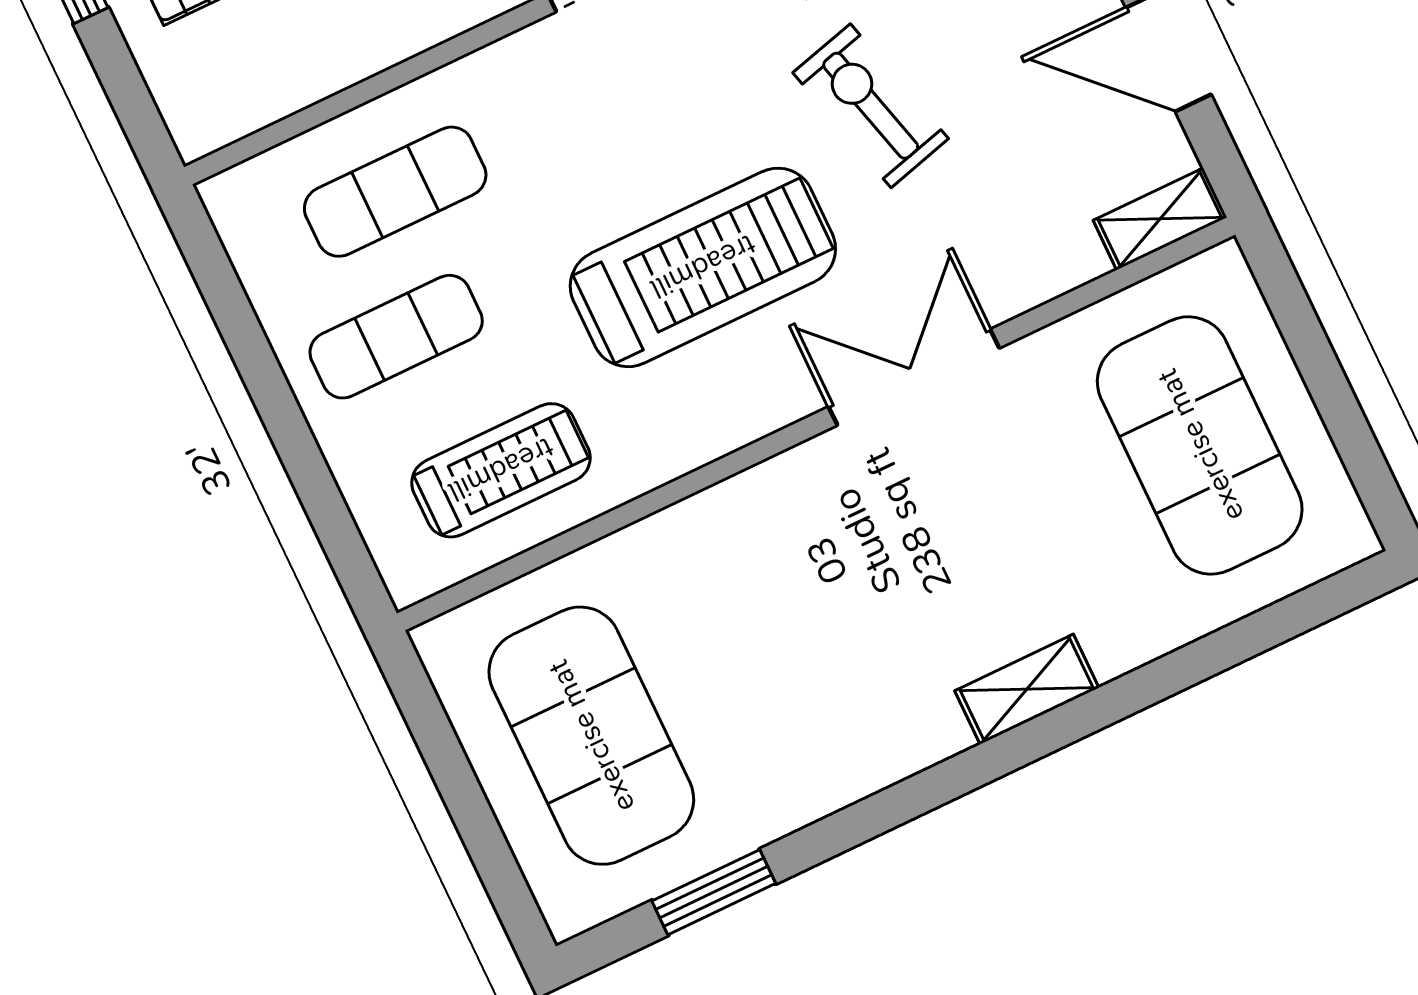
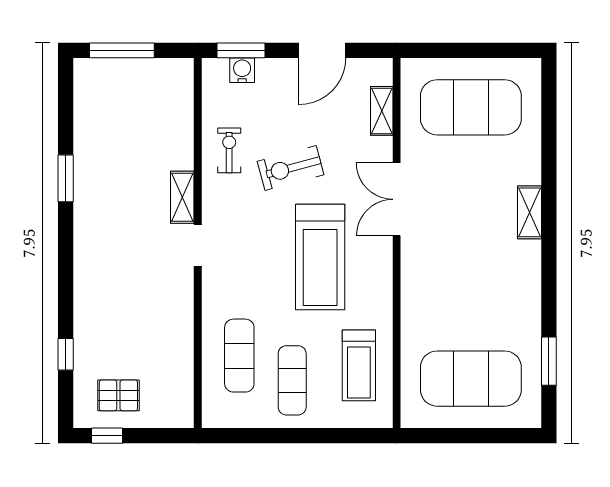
shelving: (1160, 219) -> (382, 111), moved
treadmill: (703, 267) -> (320, 257), turned 180
treadmill: (501, 470) -> (359, 365), turned 180

